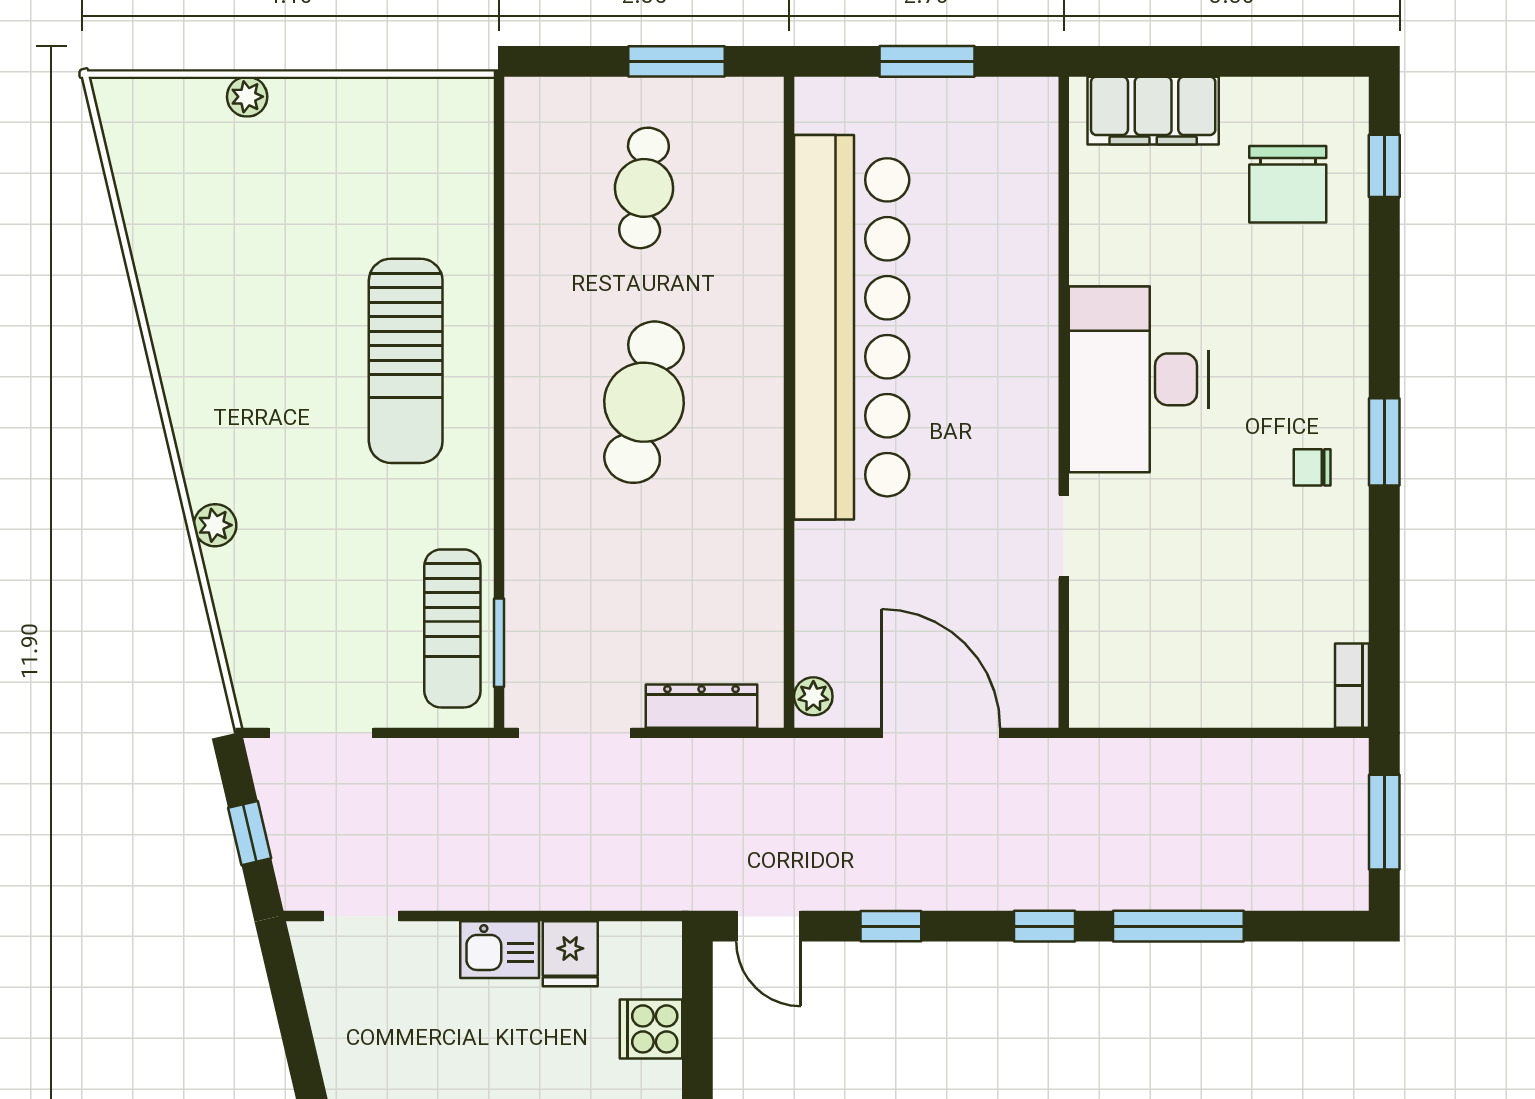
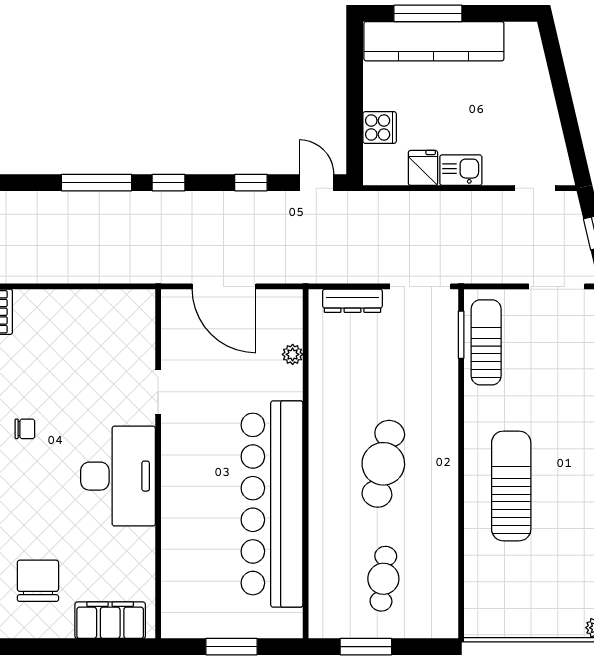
plant: (813, 696) -> (293, 354), moved

